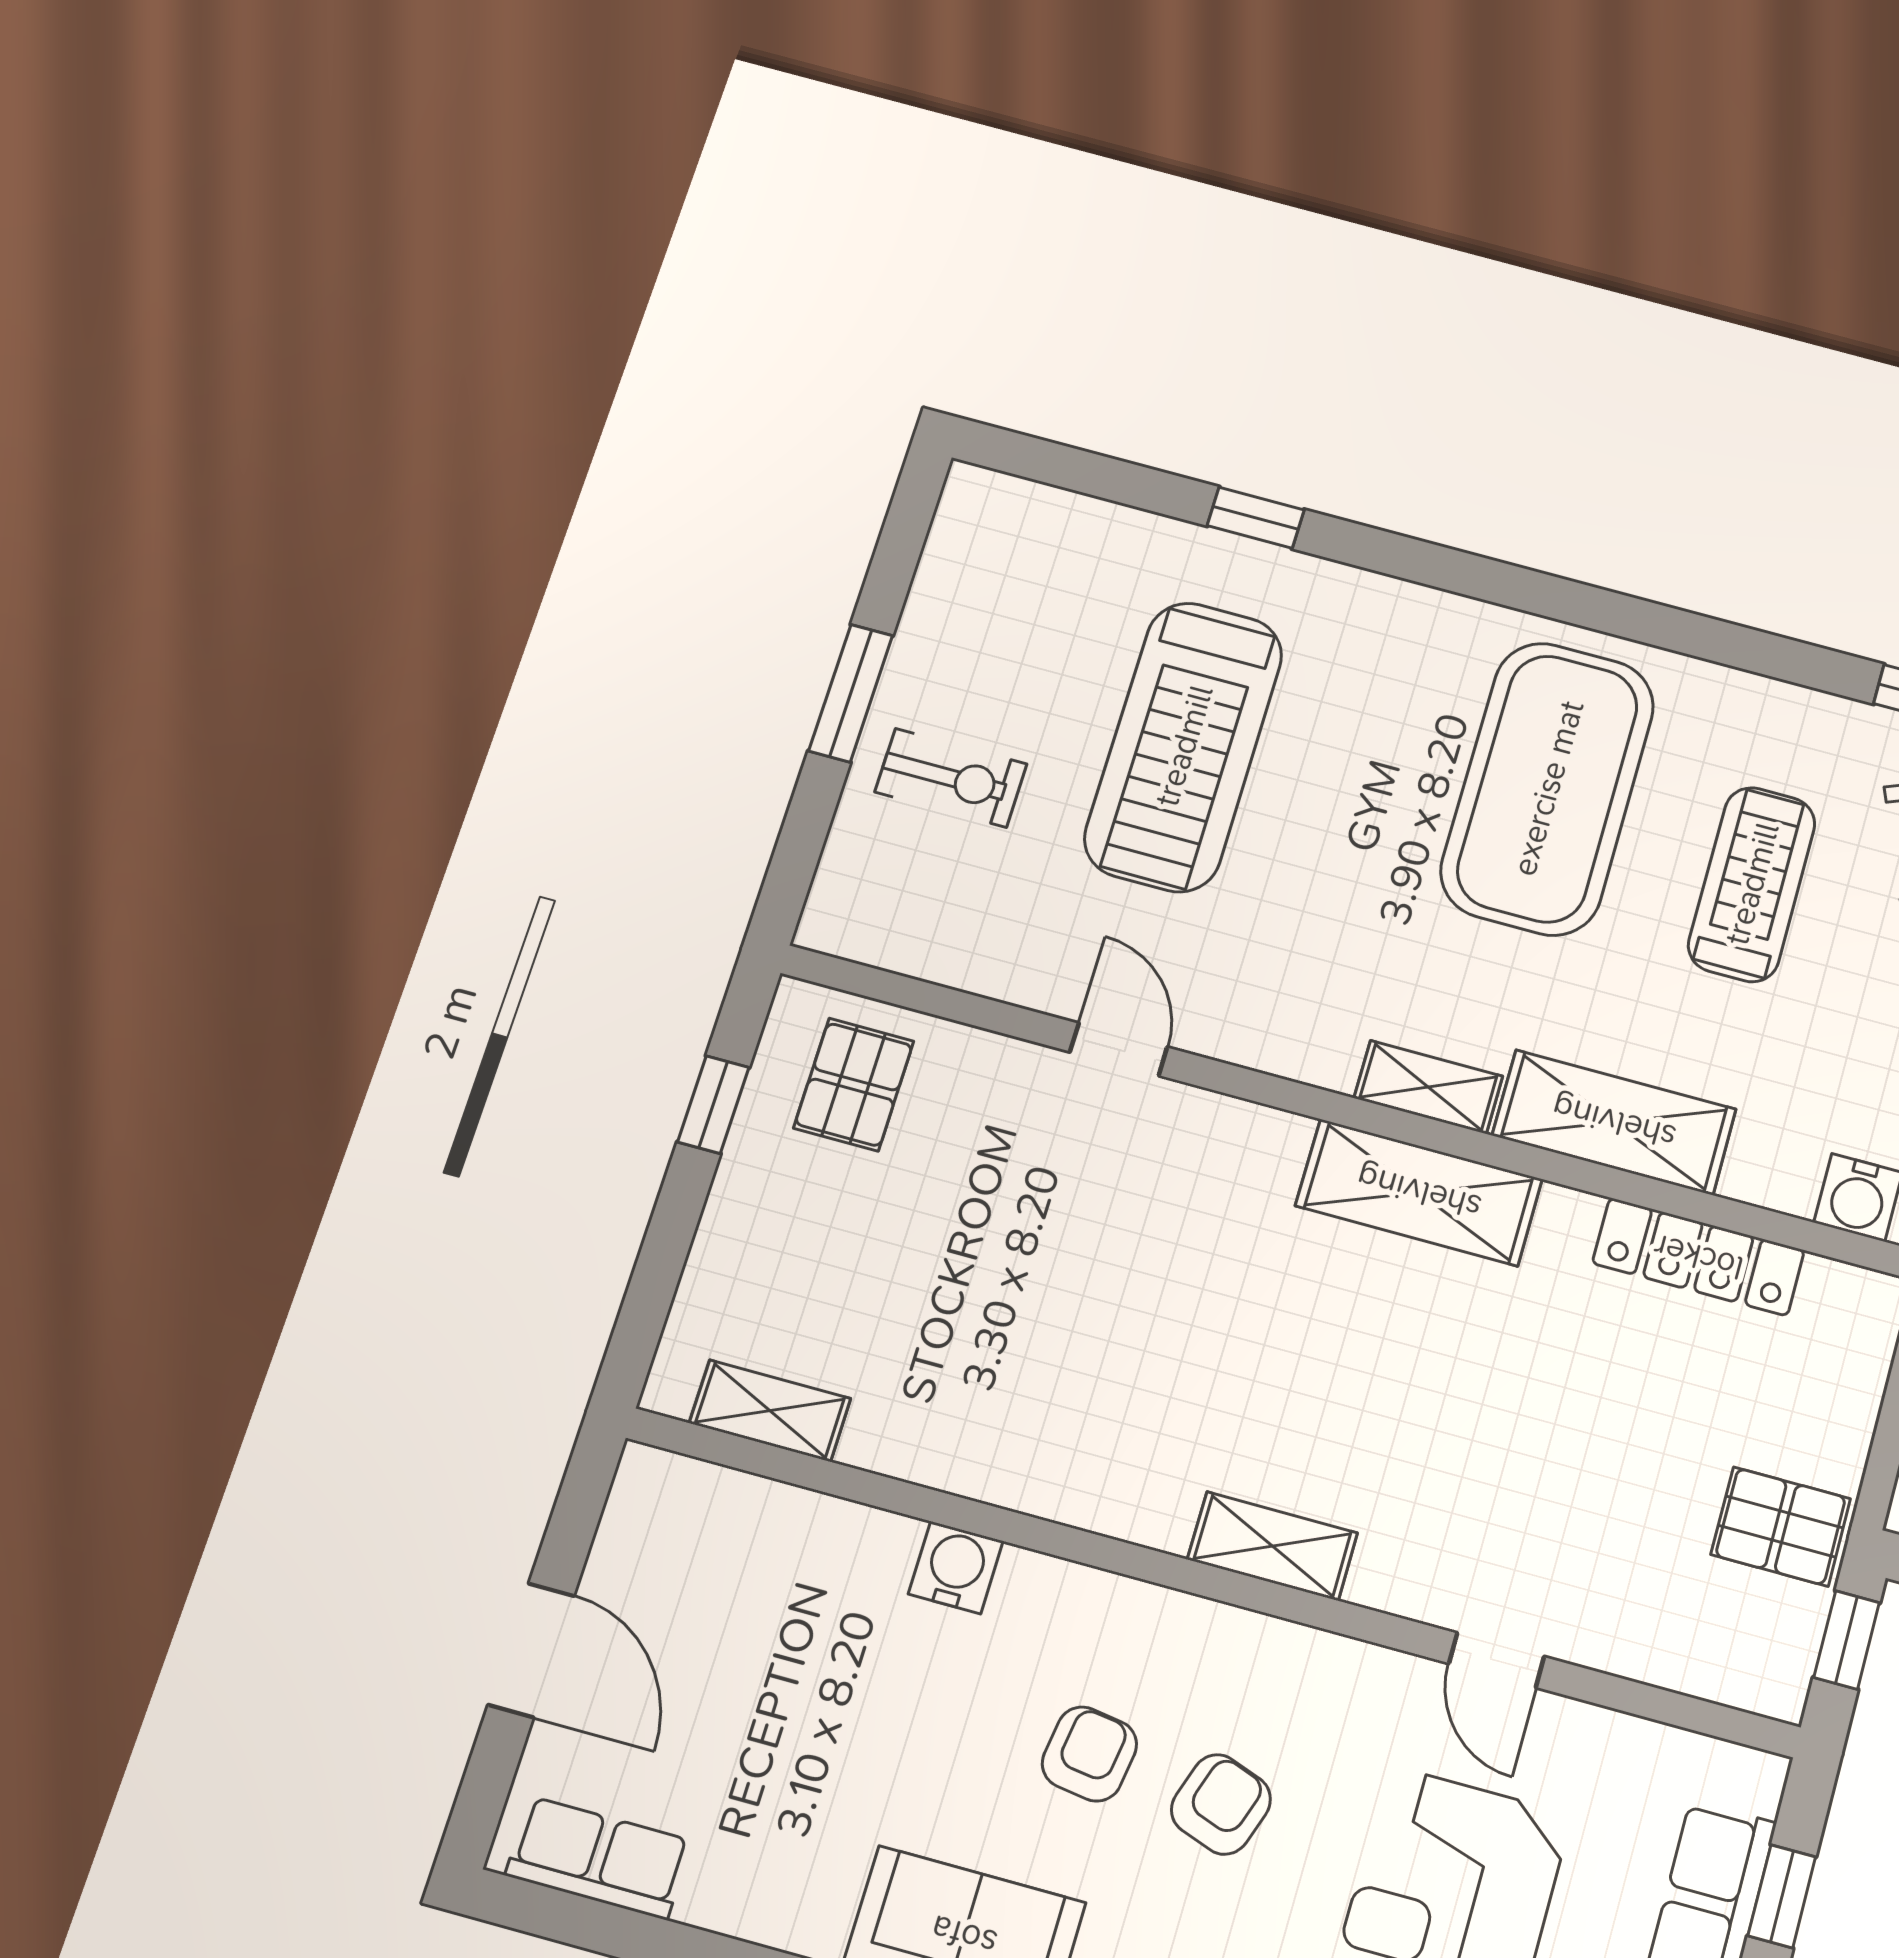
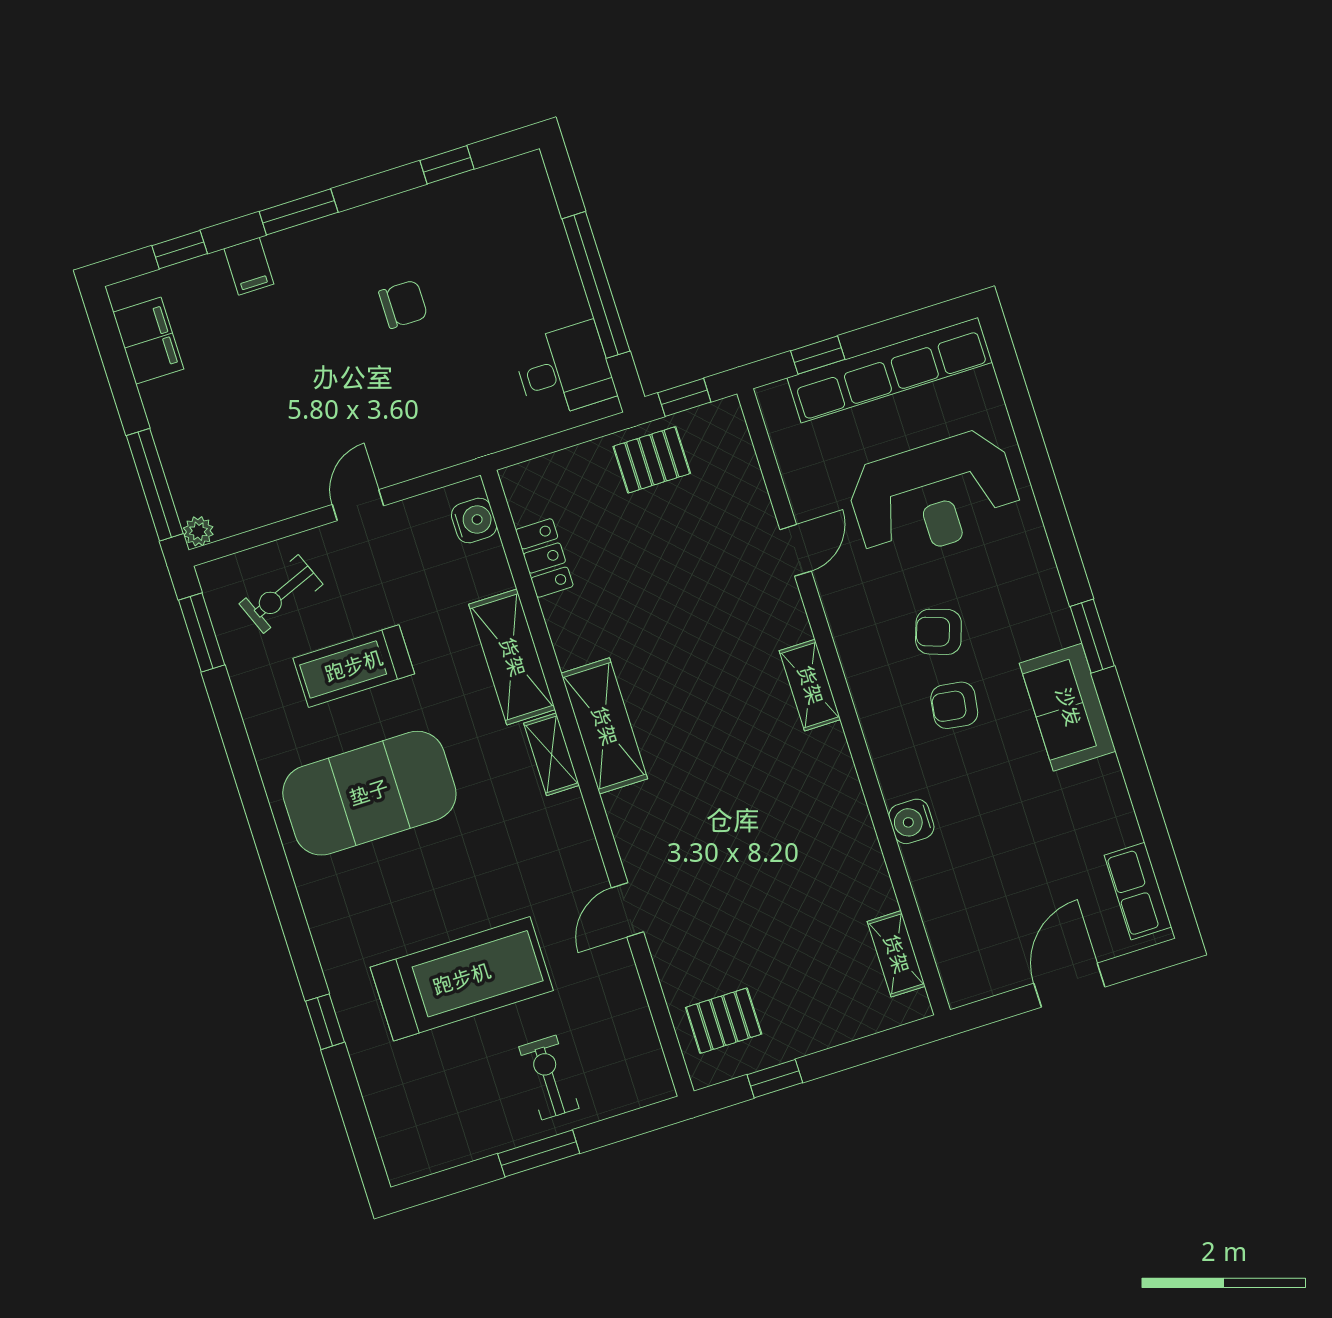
locker: (1698, 1257) -> (544, 558), width x0.66
pallet: (1781, 1526) -> (652, 460), turned 90

